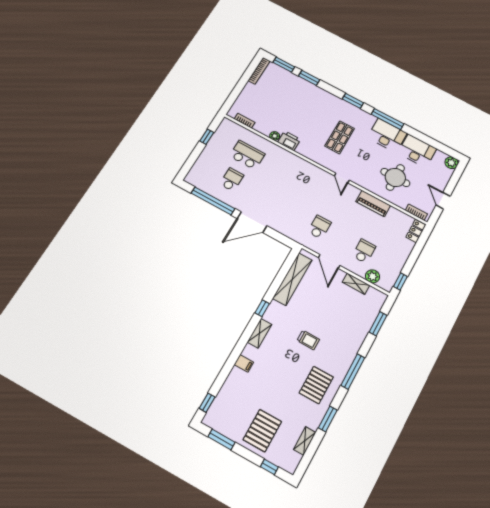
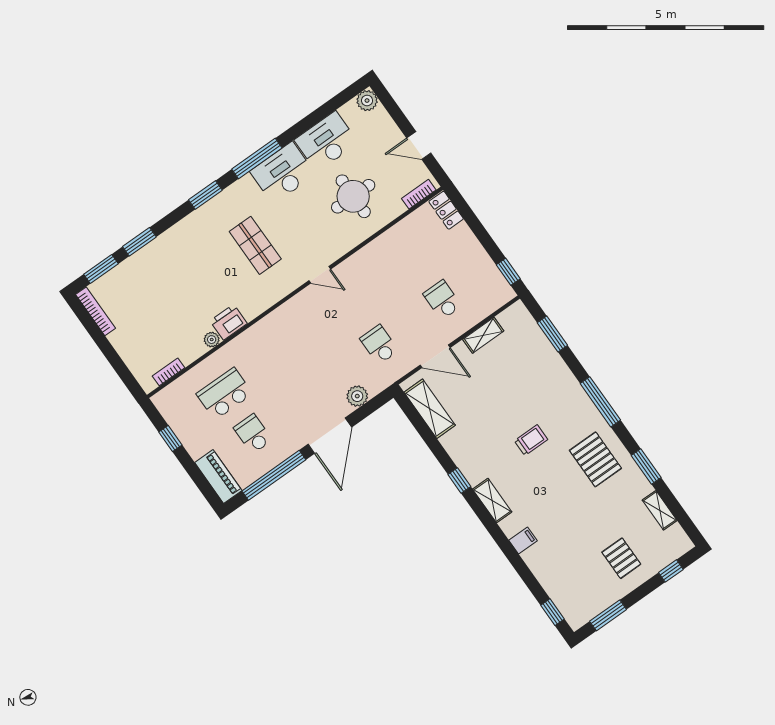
piano: (373, 204) -> (218, 477), moved, turned -90
plant: (373, 276) -> (357, 396), moved
shelving: (292, 279) -> (430, 409), width x0.68
pallet: (262, 431) -> (621, 558), width x0.67, depth x0.71

